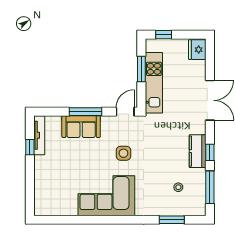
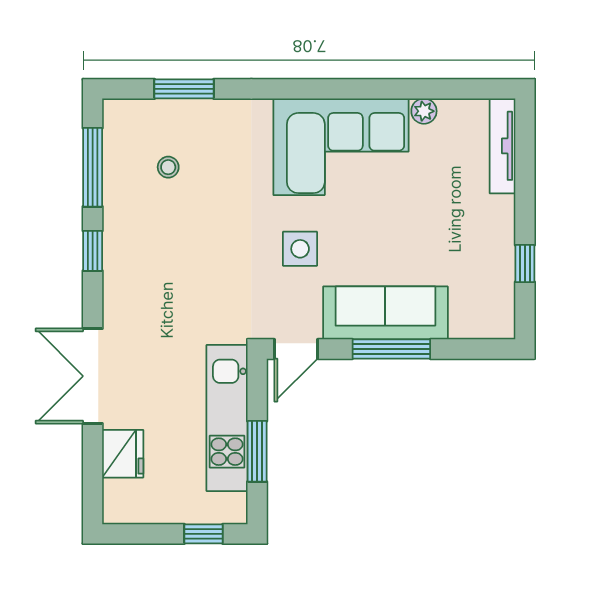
fridge: (197, 50) -> (123, 454), moved
sofa: (81, 127) -> (385, 313), width x1.36
tv unit: (39, 135) -> (502, 146), moved
kitchen counter: (198, 151) -> (122, 254), removed
plant: (72, 211) -> (424, 111), added

